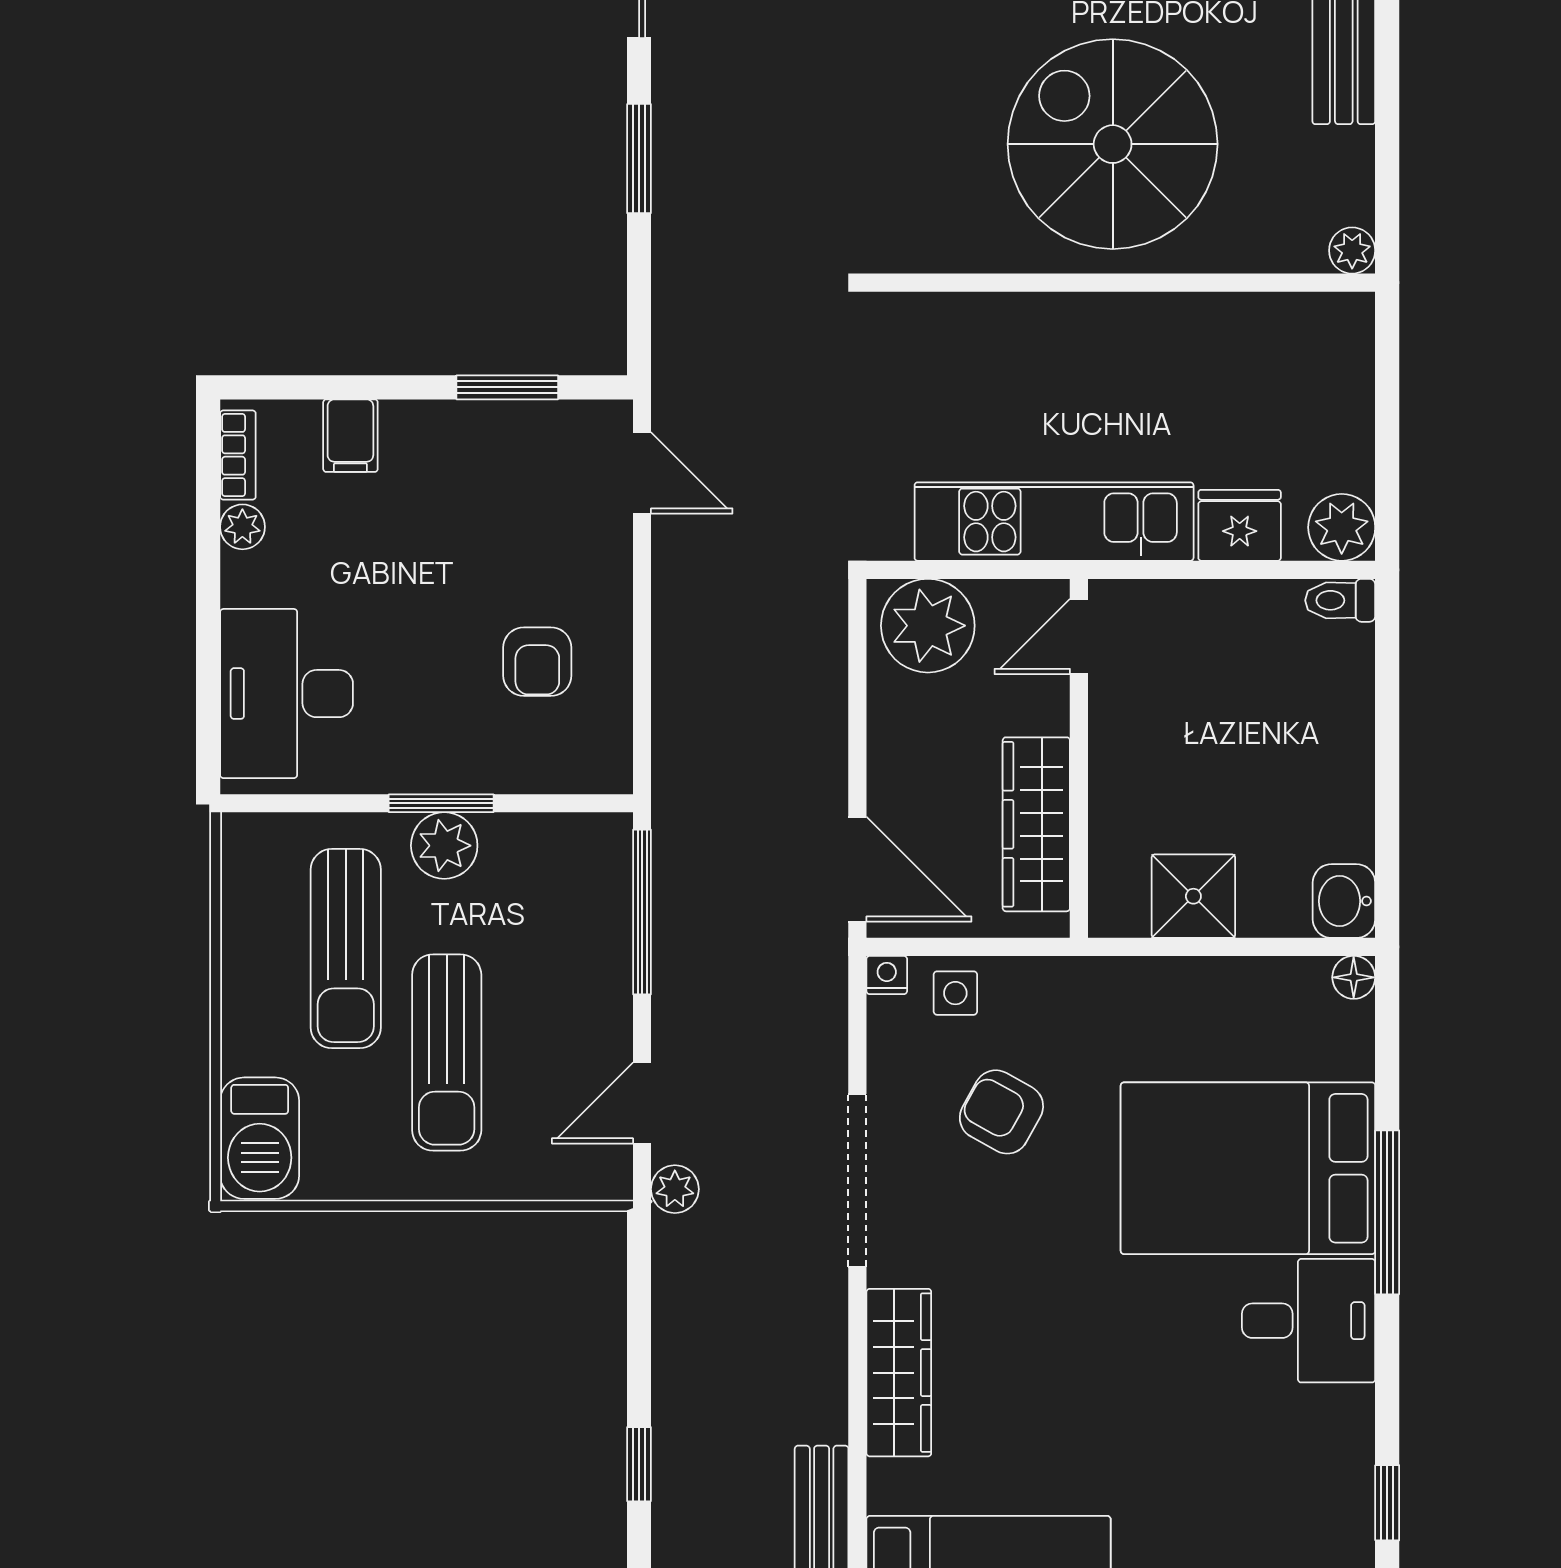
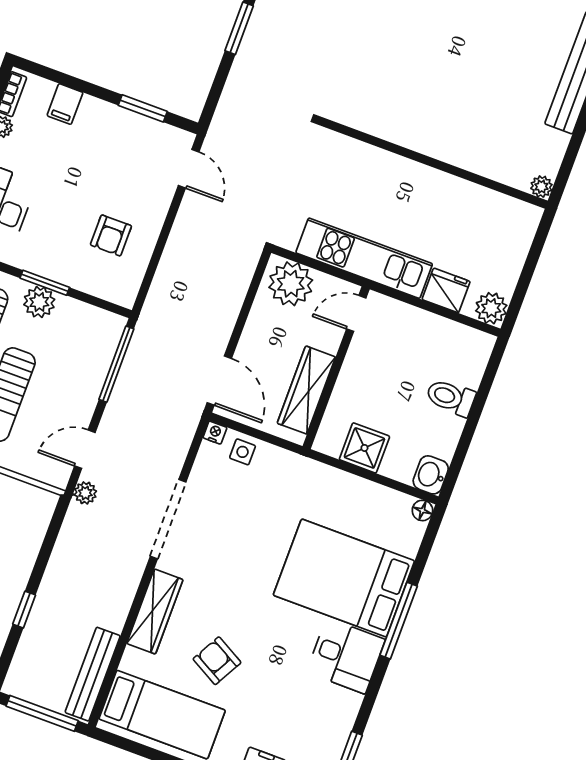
spiral stairs: (1113, 144) -> (452, 100), removed
toilet: (1340, 600) -> (451, 397), moved, width x1.37, depth x1.39
armchair: (1001, 1112) -> (217, 661), moved

